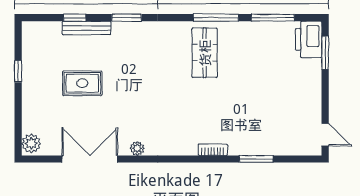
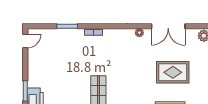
rug: (82, 83) -> (173, 72), width x1.36, depth x1.43
door: (325, 135) -> (25, 41), swing flipped

